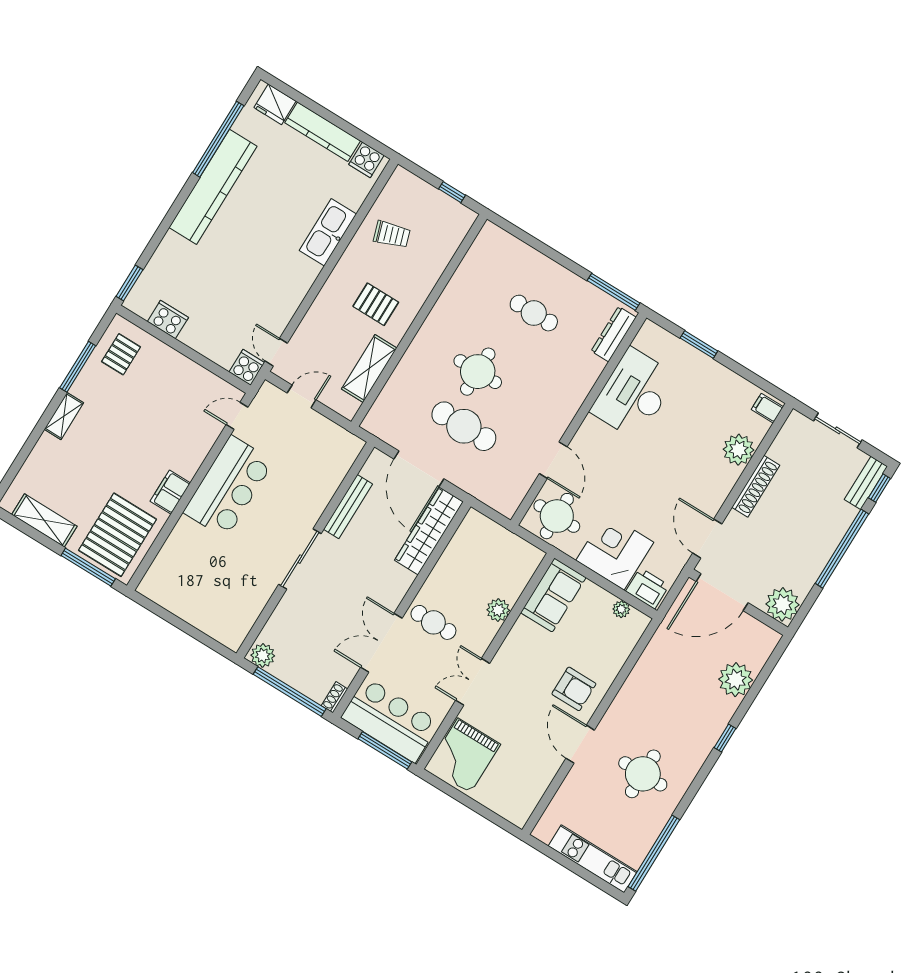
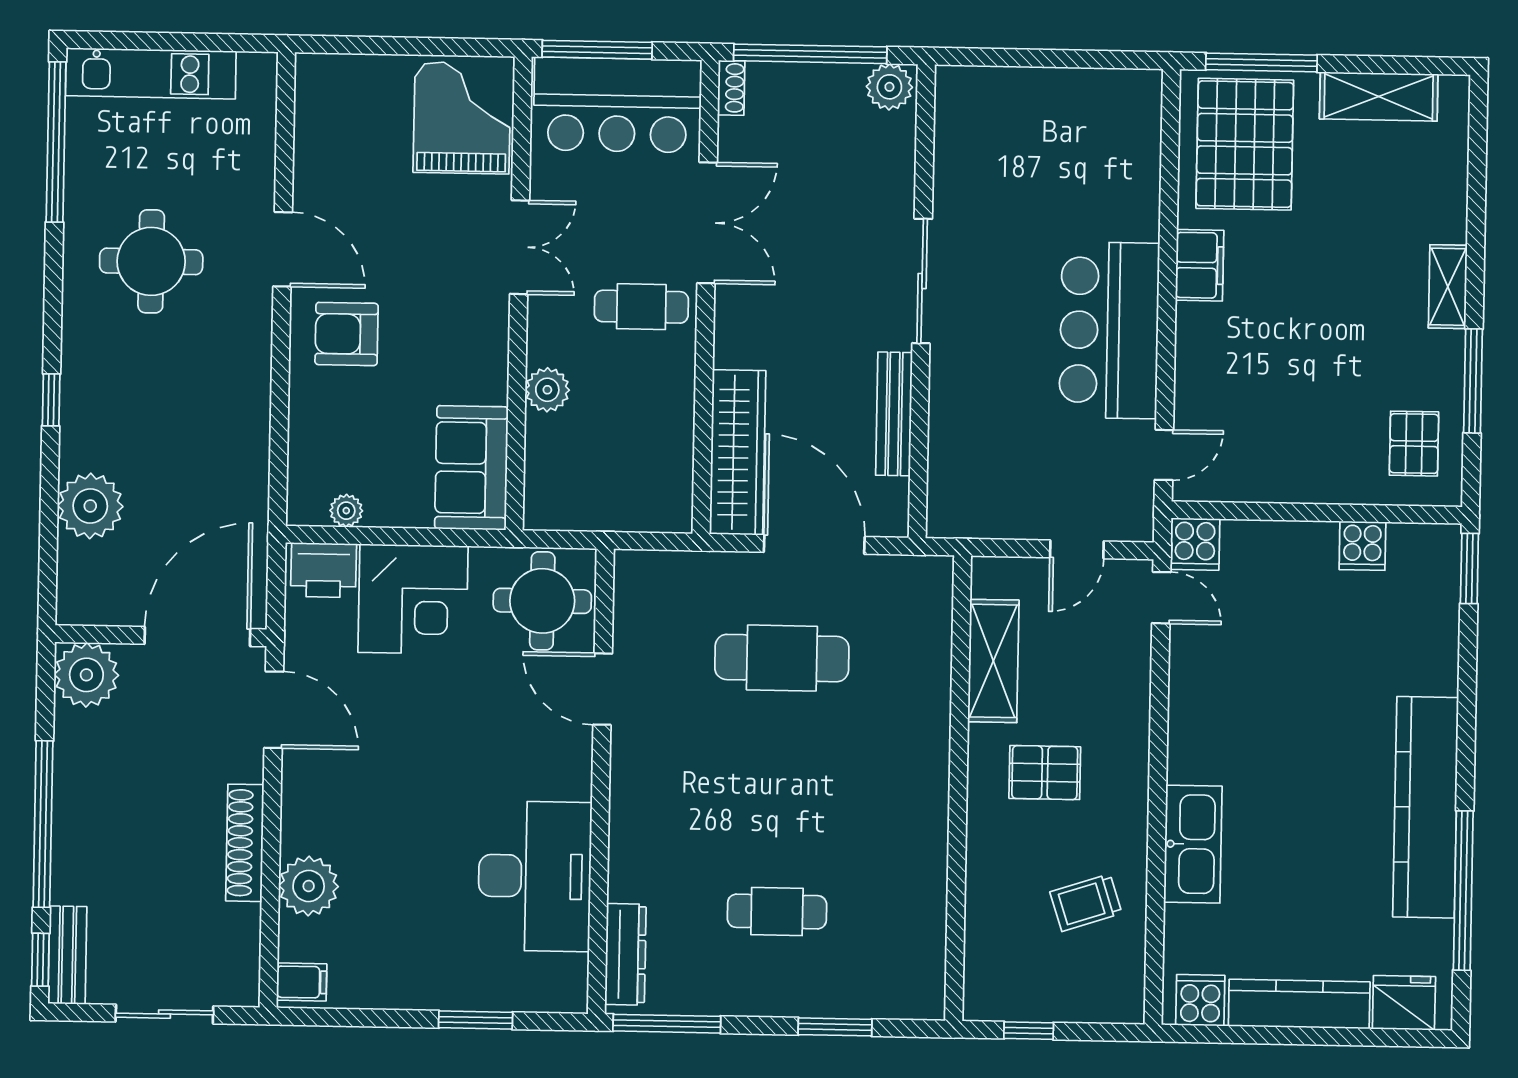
window: (538, 245) -> (835, 1027), added
cooker: (168, 320) -> (1362, 546), width x0.73
round table: (478, 372) -> (812, 761), removed

